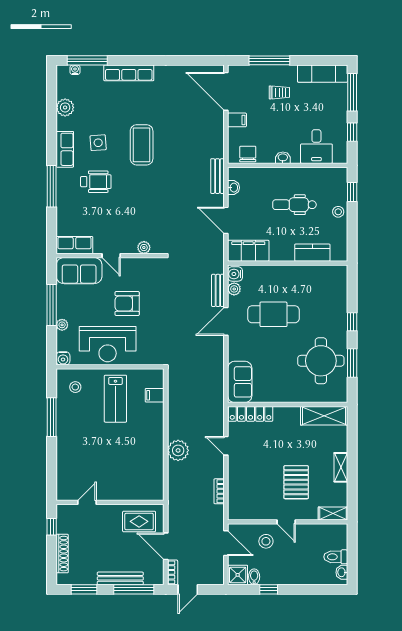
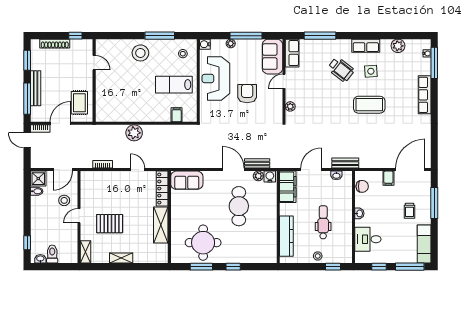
wheelchair: (96, 182) -> (341, 69), turned -52
window: (52, 186) -> (320, 36), moved
kitchen counter: (312, 253) -> (286, 236), width x1.50
shelving: (324, 416) -> (161, 225), moved
stool: (74, 442) -> (140, 53), added
door: (226, 446) -> (138, 170), hinge flipped
window: (269, 589) -> (27, 243), moved

